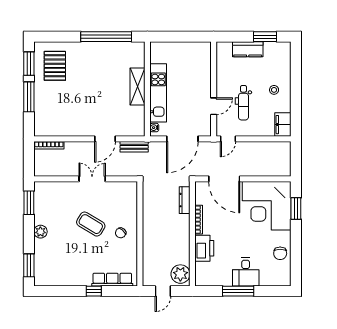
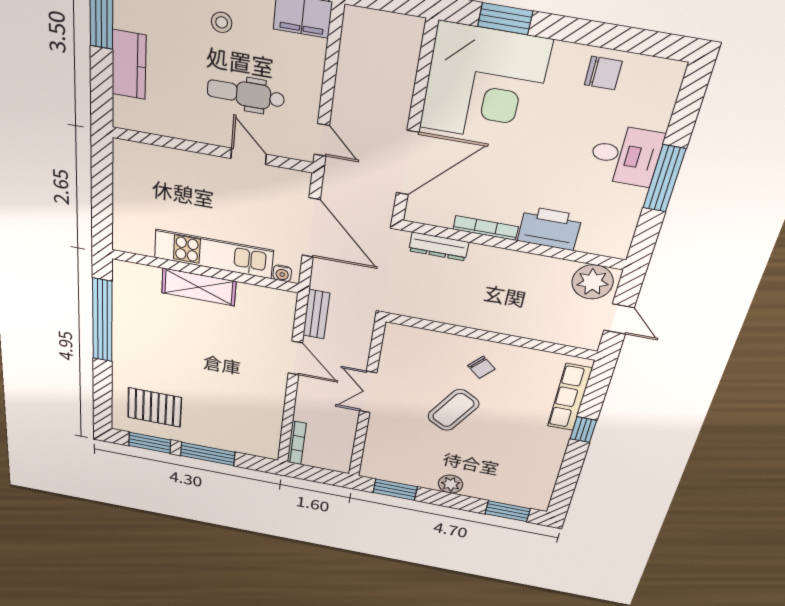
dental chair: (243, 103) -> (246, 94), turned 180

